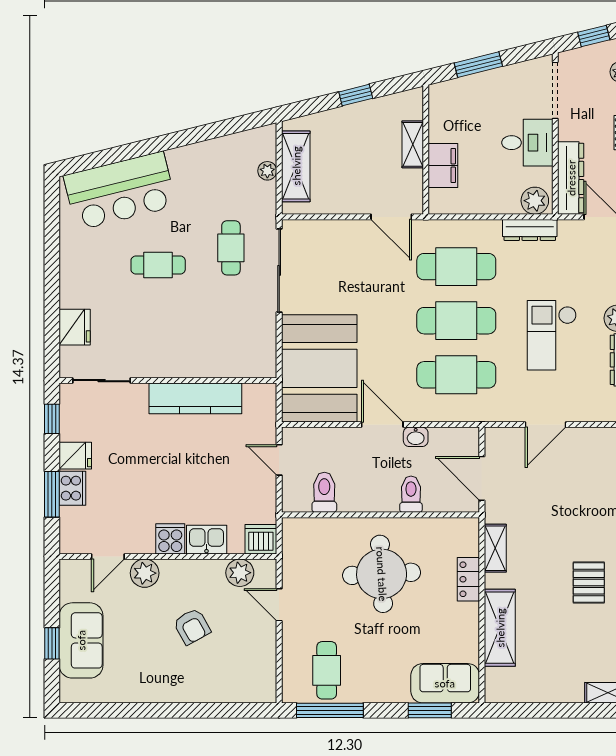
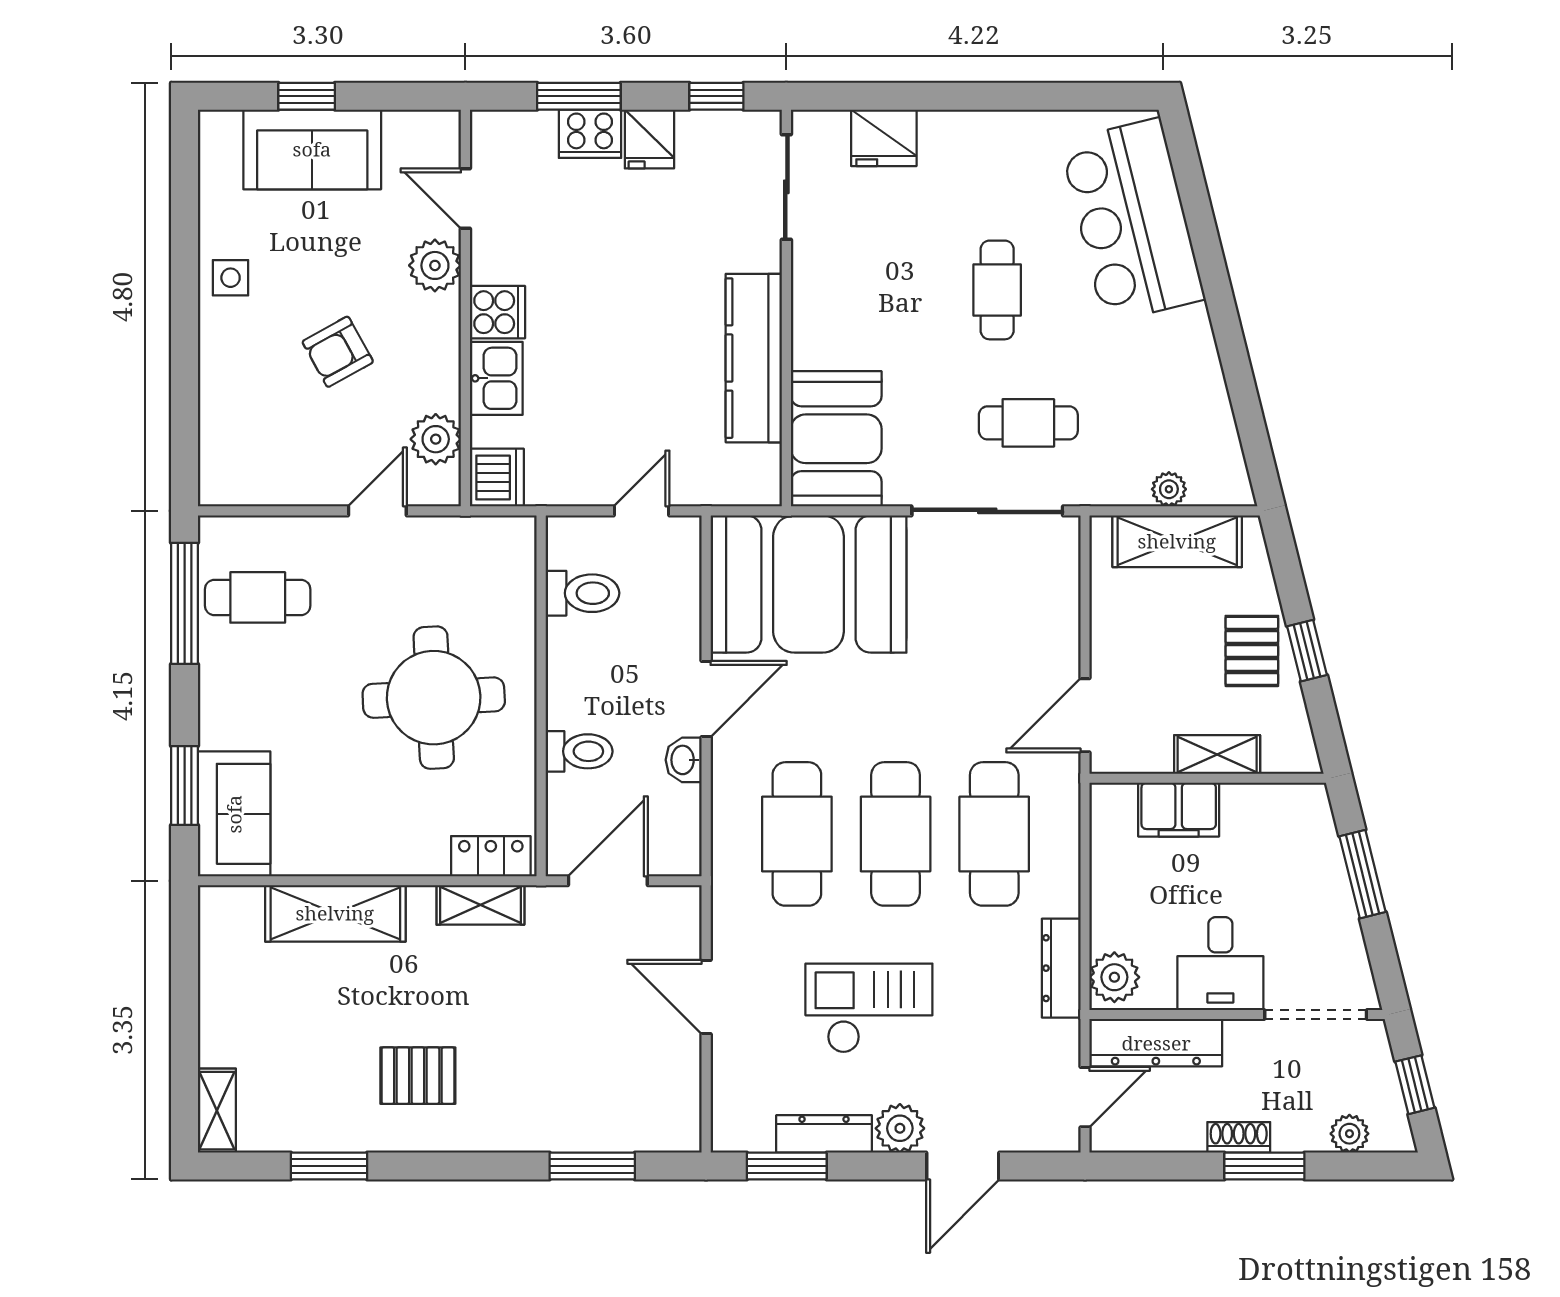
pallet: (356, 125) -> (1252, 651), added
booth: (240, 353) -> (836, 439), added
locker: (468, 579) -> (491, 856), moved
side table: (151, 685) -> (231, 278), added

